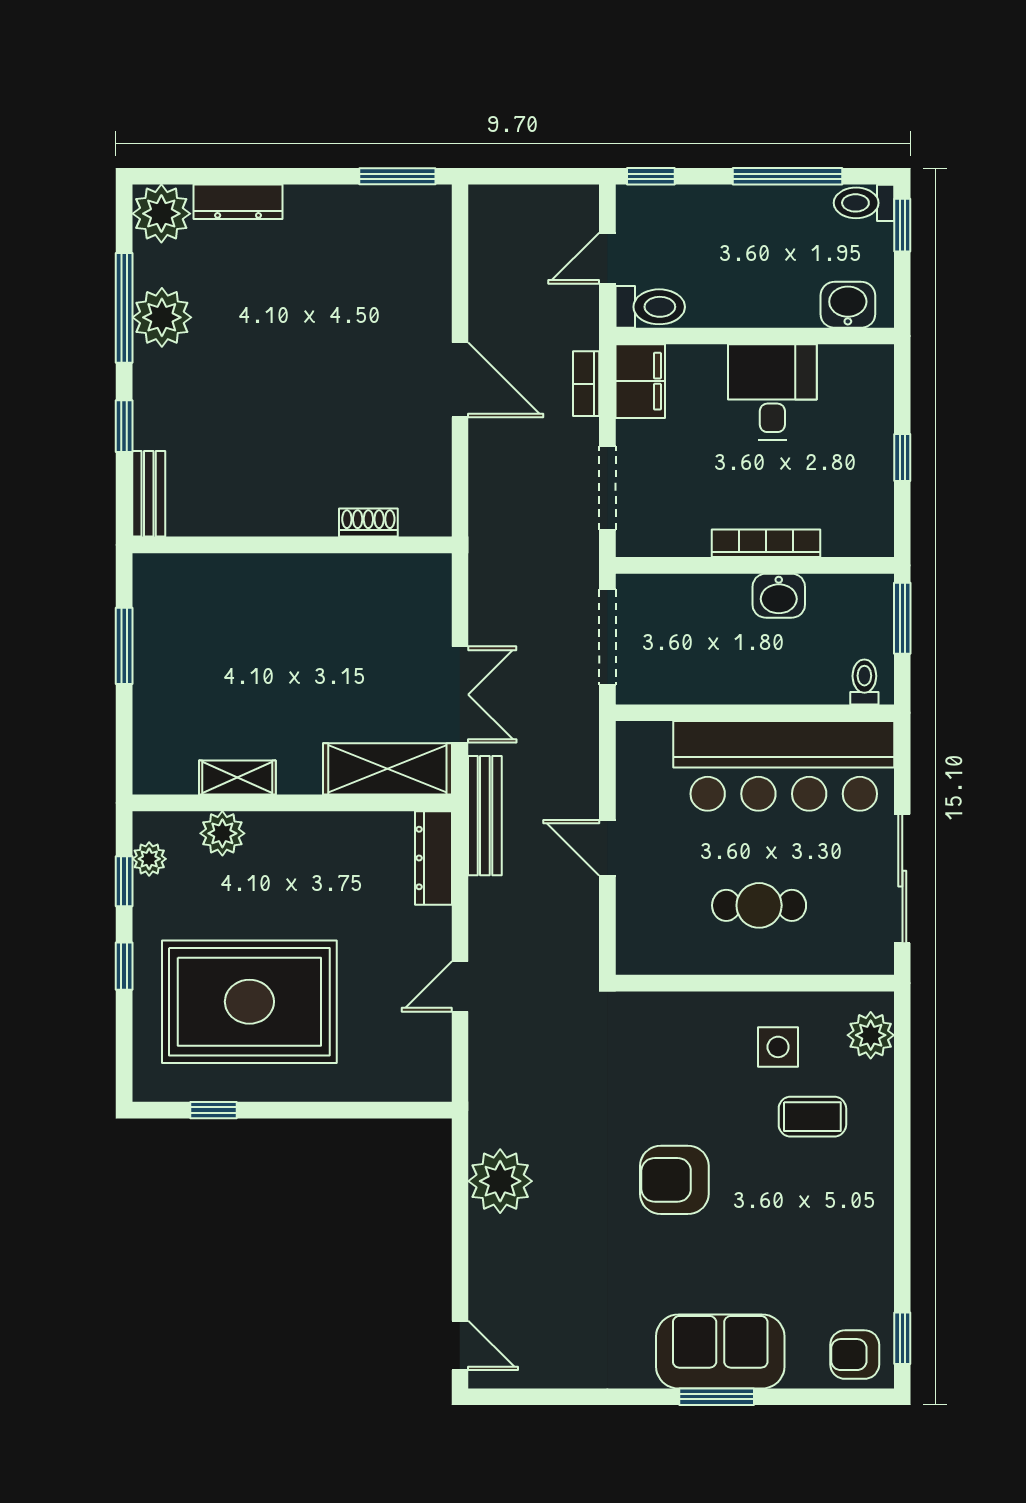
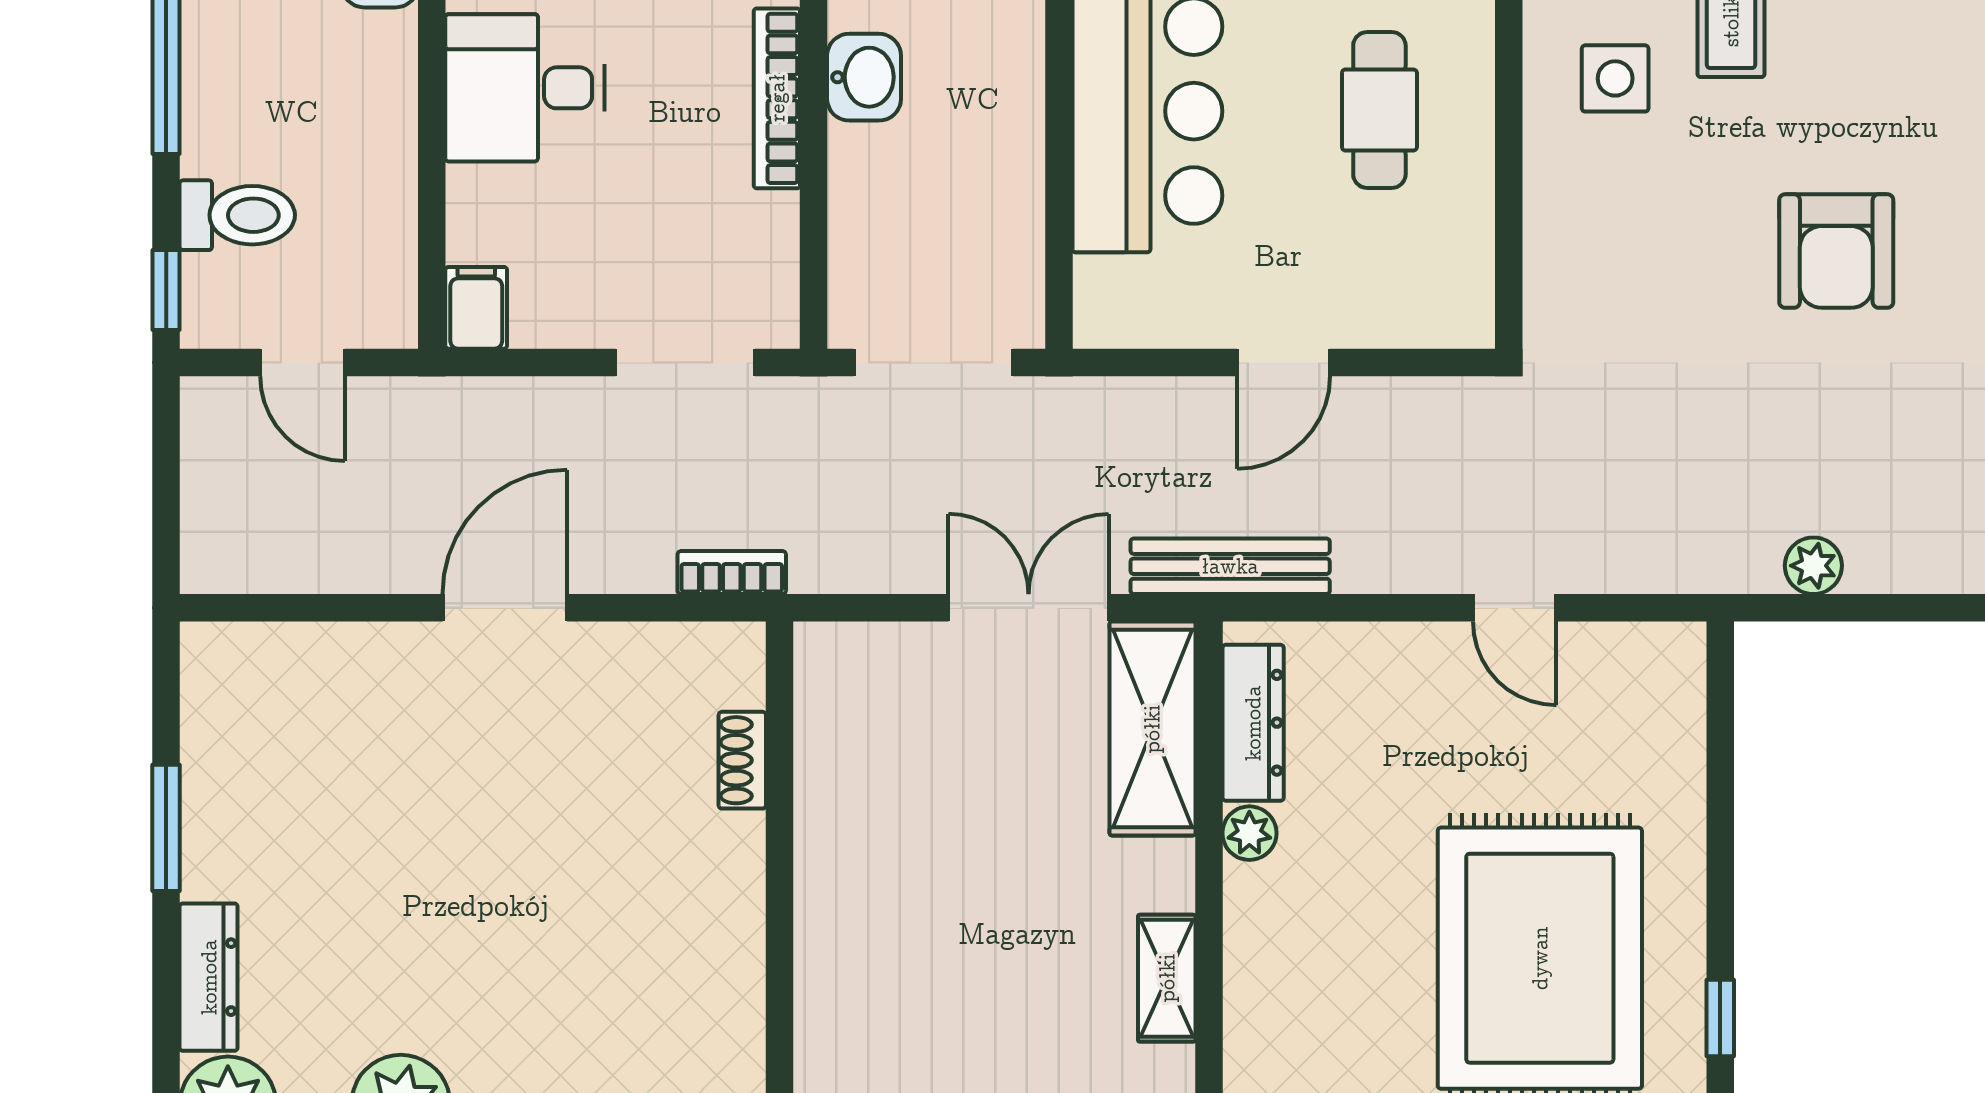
window: (397, 176) -> (166, 828), moved
toilet: (650, 307) -> (237, 215), moved, turned 90
filing cabinet: (640, 381) -> (476, 308), width x0.50
bookcase: (586, 384) -> (732, 573), moved, turned 180
plant: (222, 833) -> (1249, 833), moved, width x0.73, depth x0.73
dresser: (433, 858) -> (1253, 723), moved, turned -90
plant: (500, 1181) -> (1813, 566), width x0.53, depth x0.53

